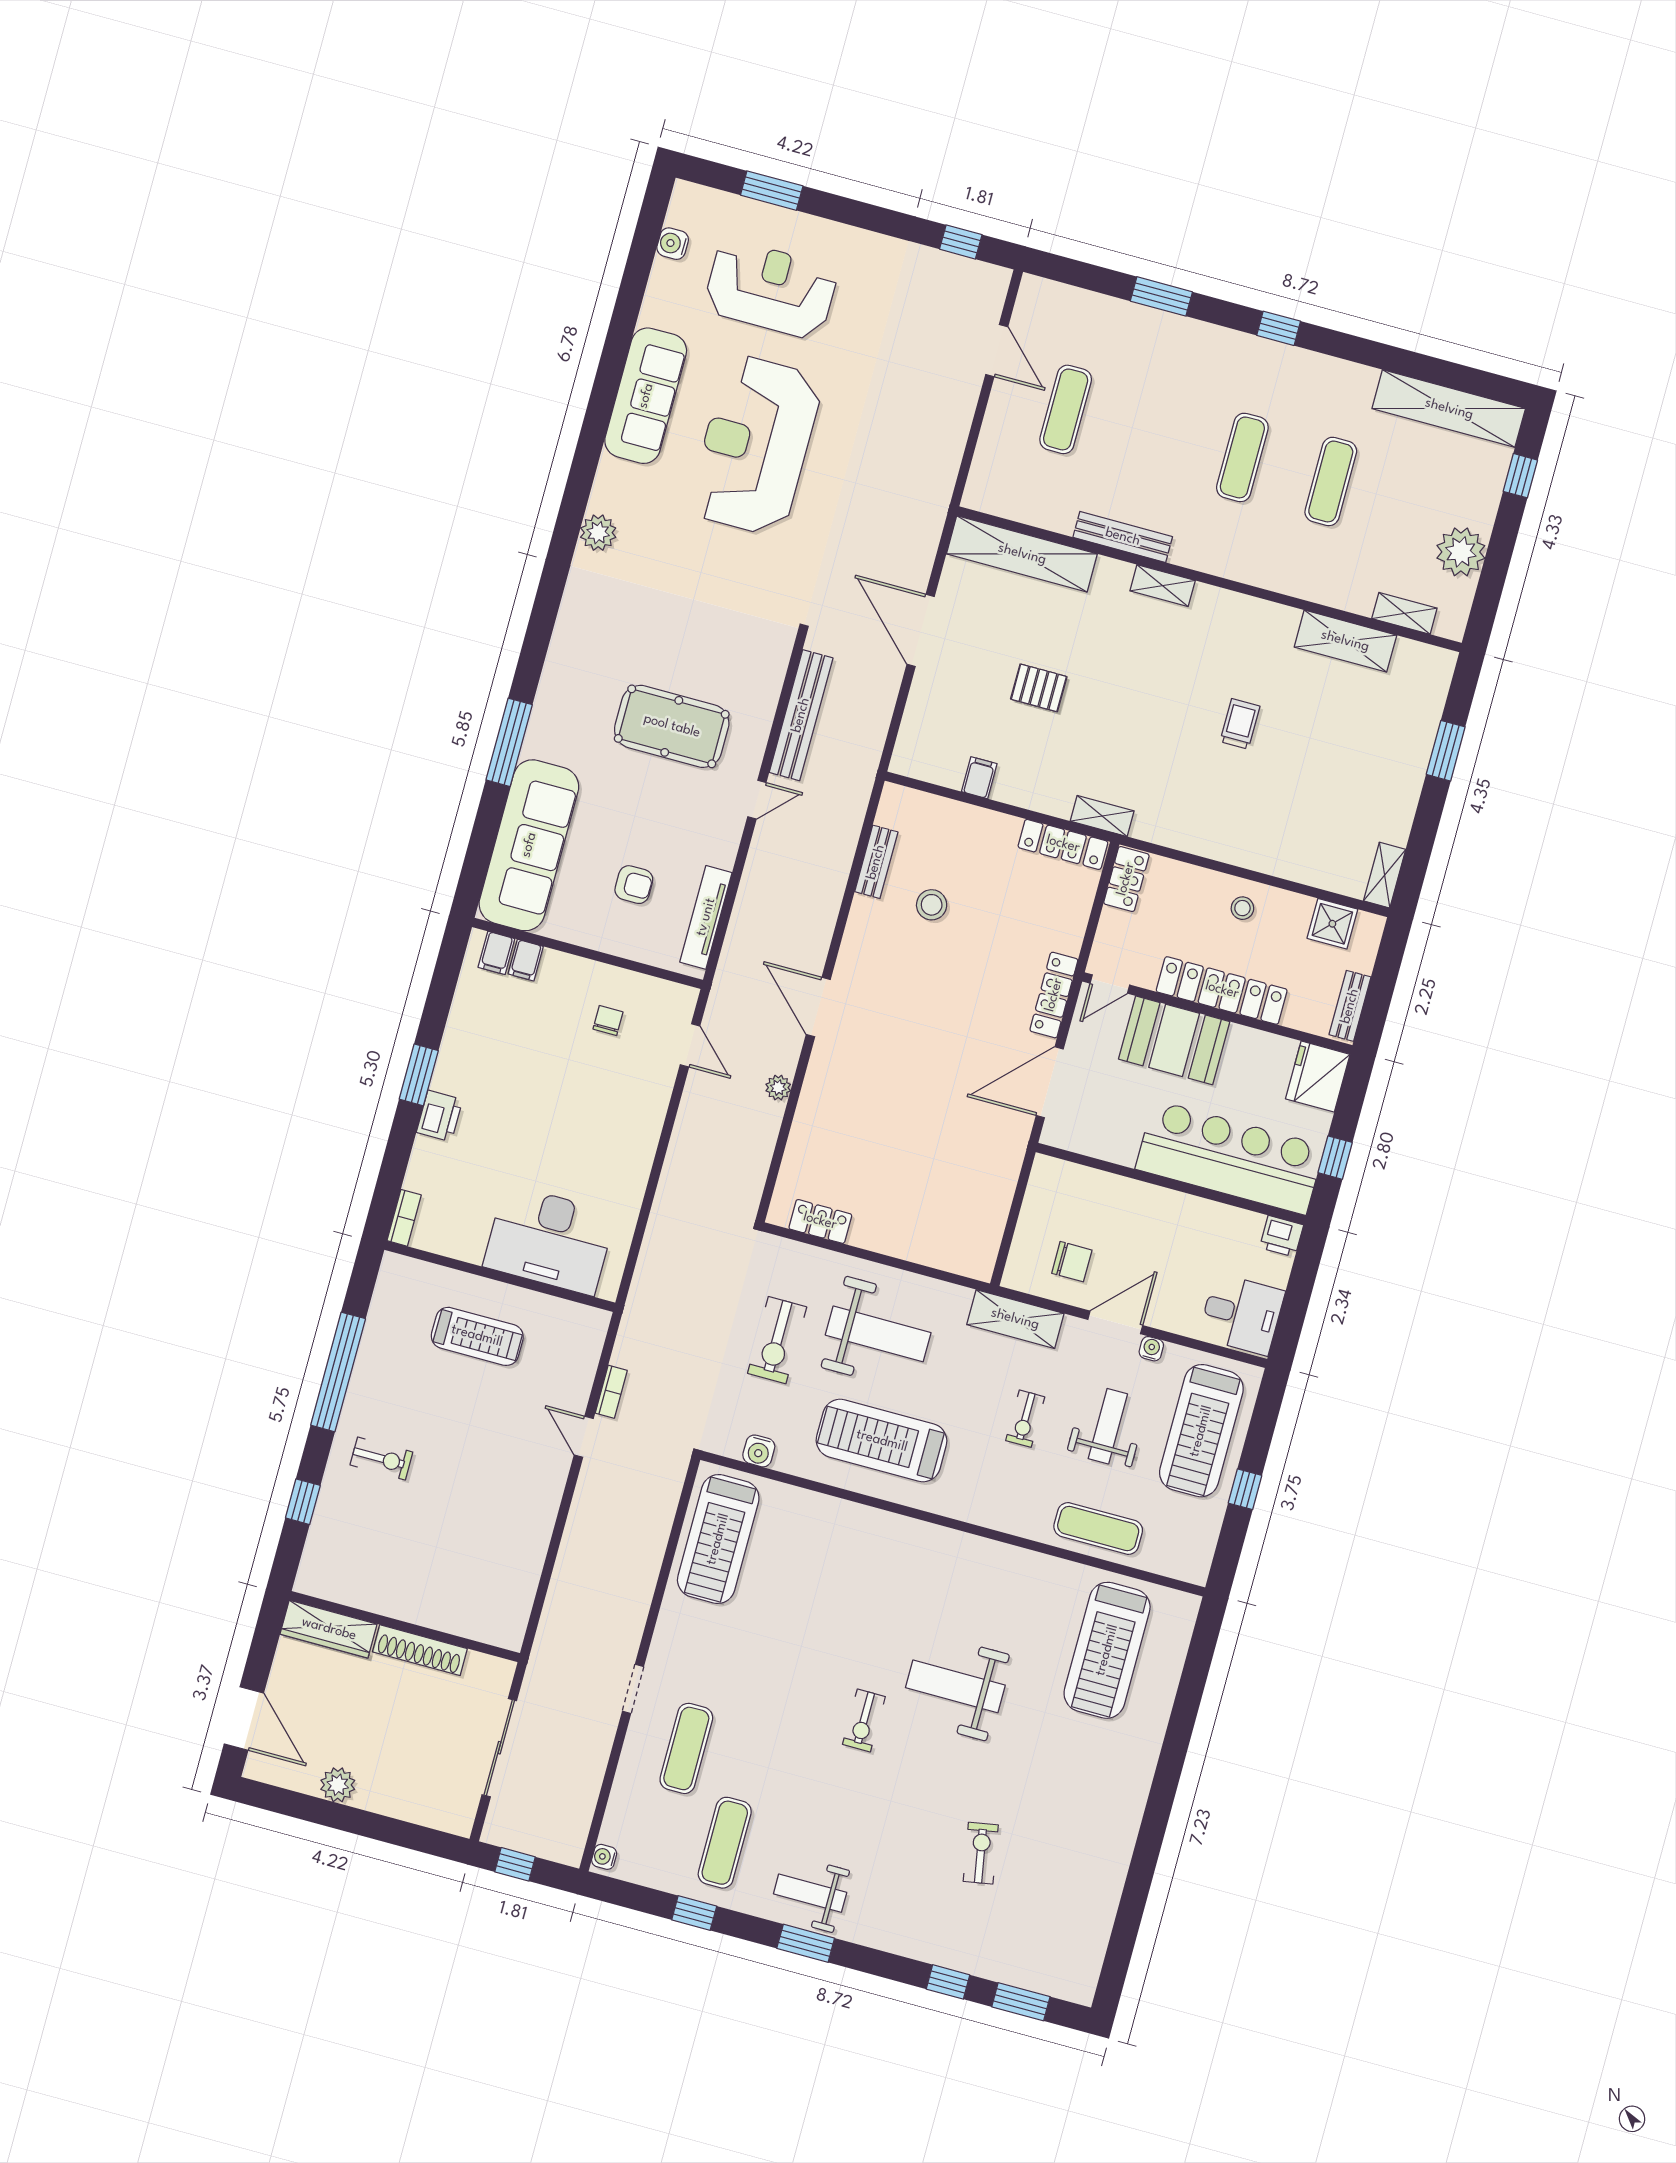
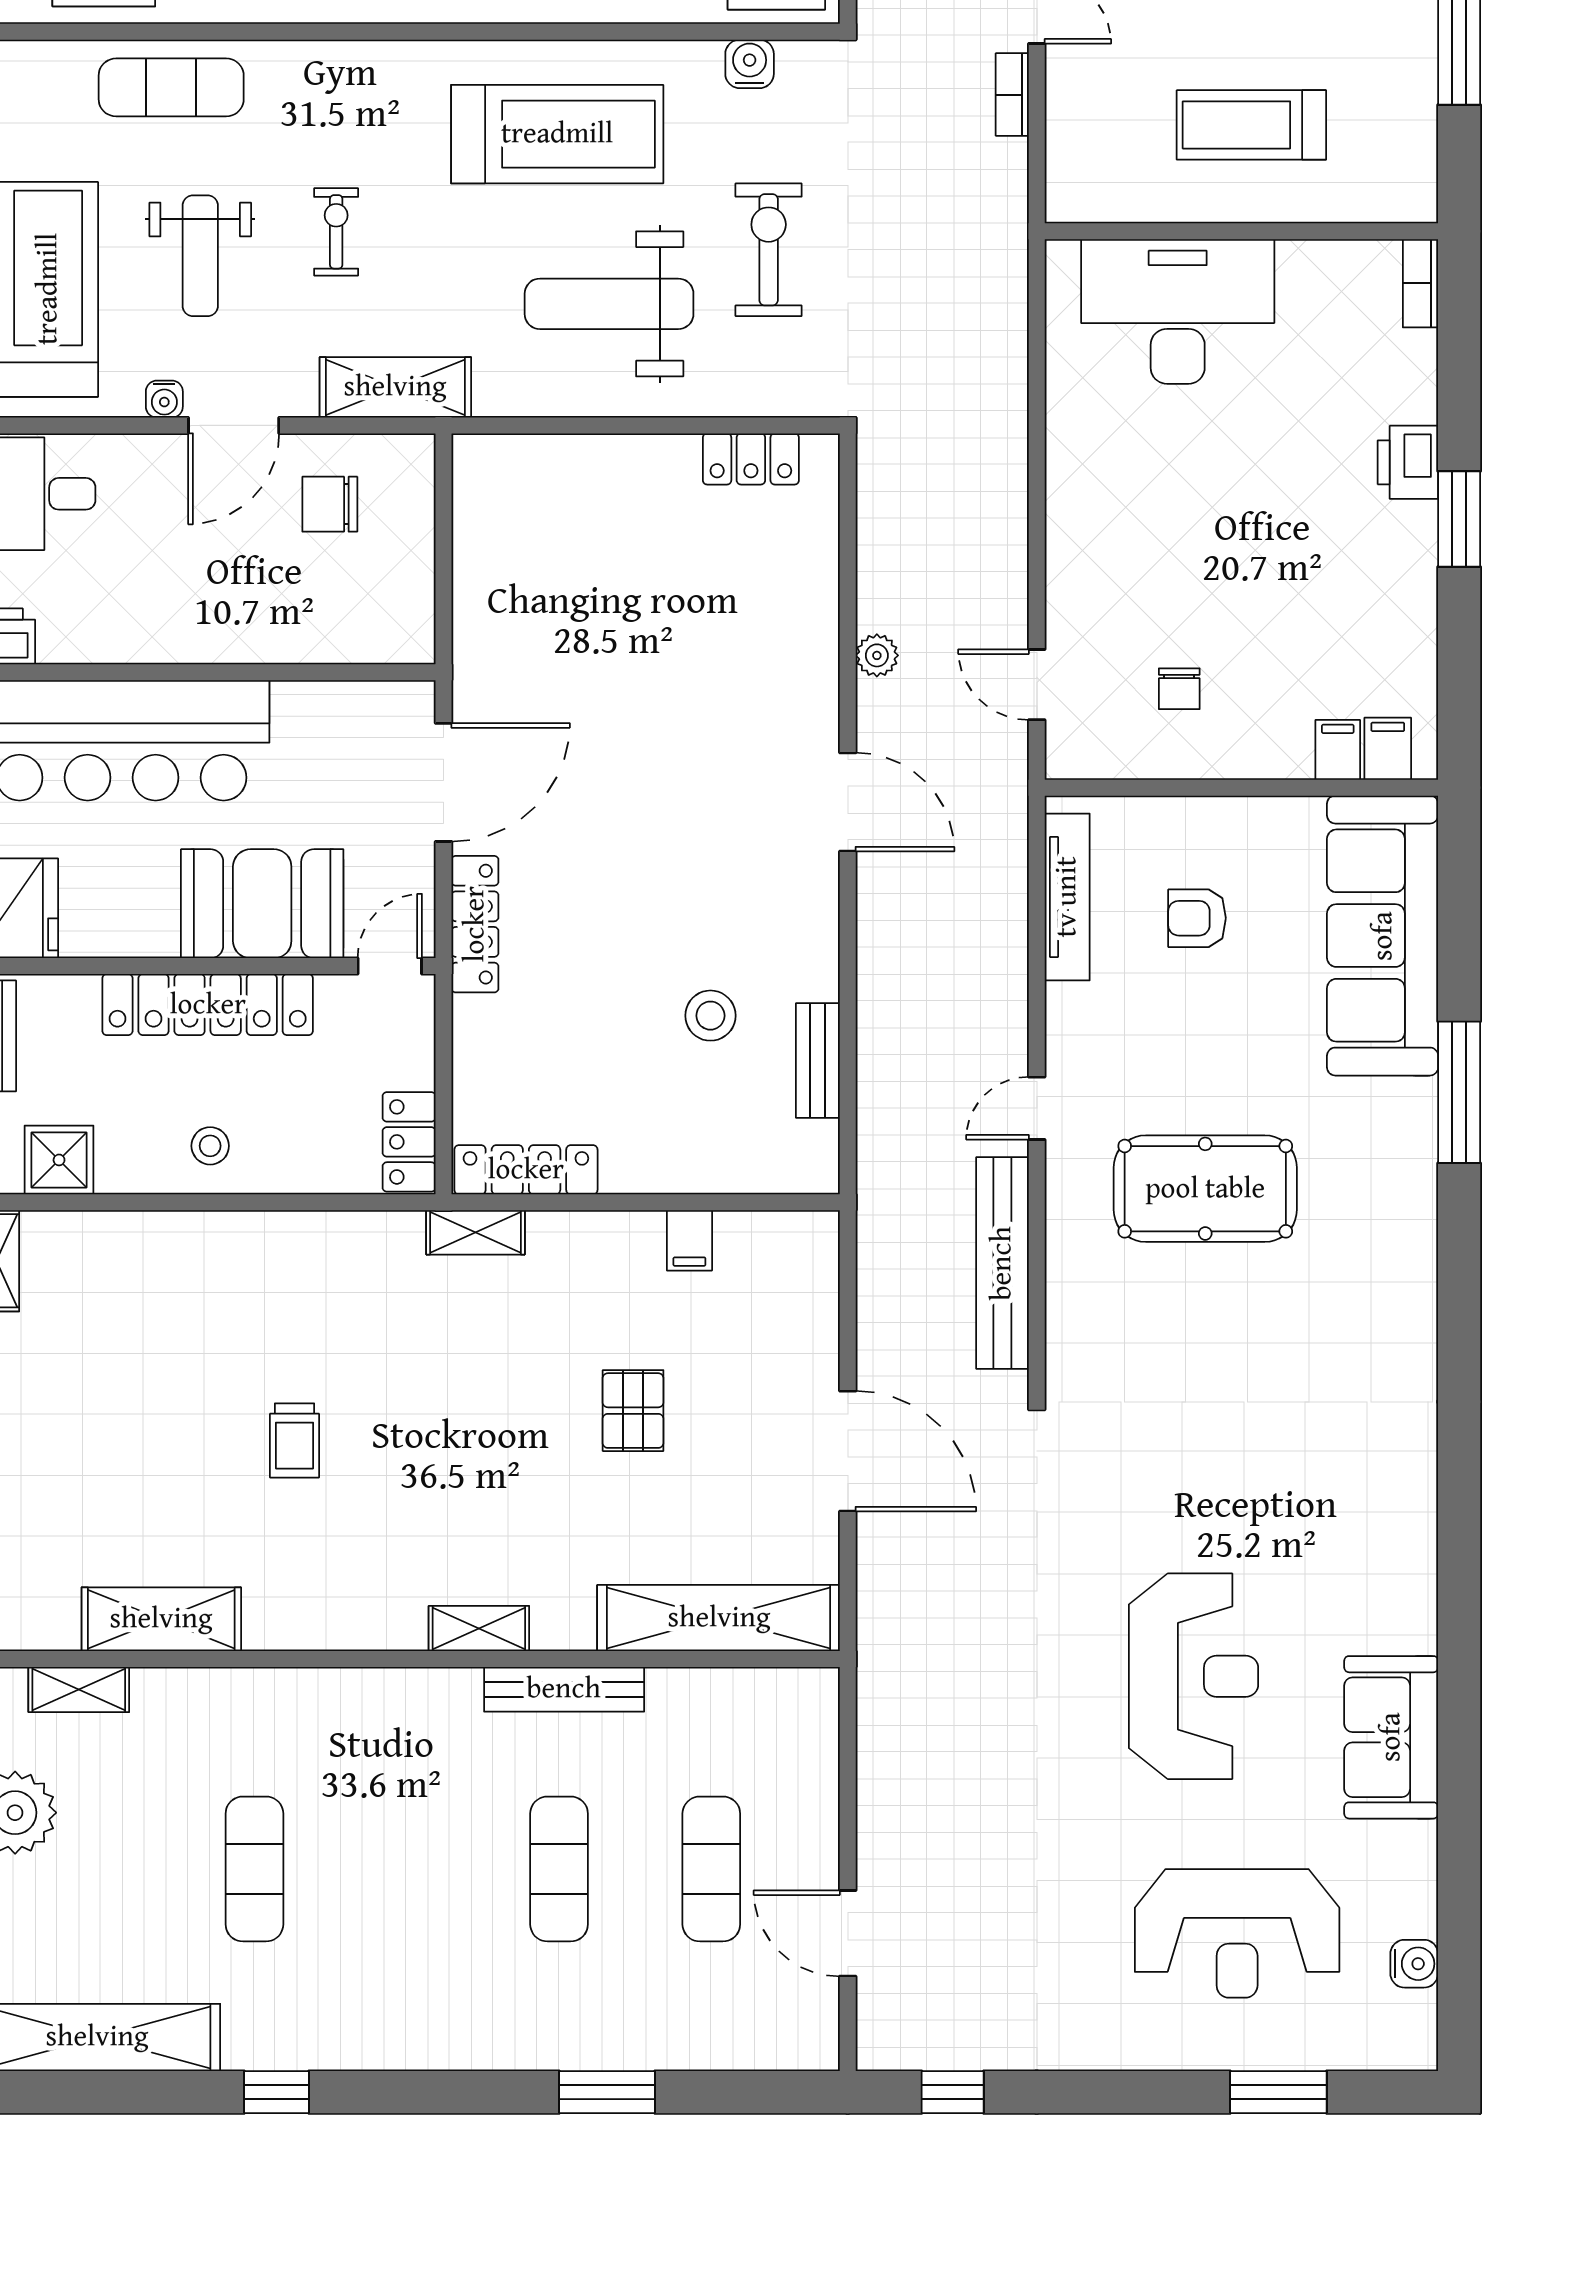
window: (1279, 328) -> (276, 2092), moved
sofa: (646, 396) -> (1391, 1737), width x0.73
reception desk: (755, 445) -> (1194, 1676), width x0.74, depth x0.77
exercise mat: (1242, 457) -> (559, 1869), moved
plant: (598, 533) -> (1408, 1468), removed
pallet: (1039, 688) -> (633, 1411), turned 90

